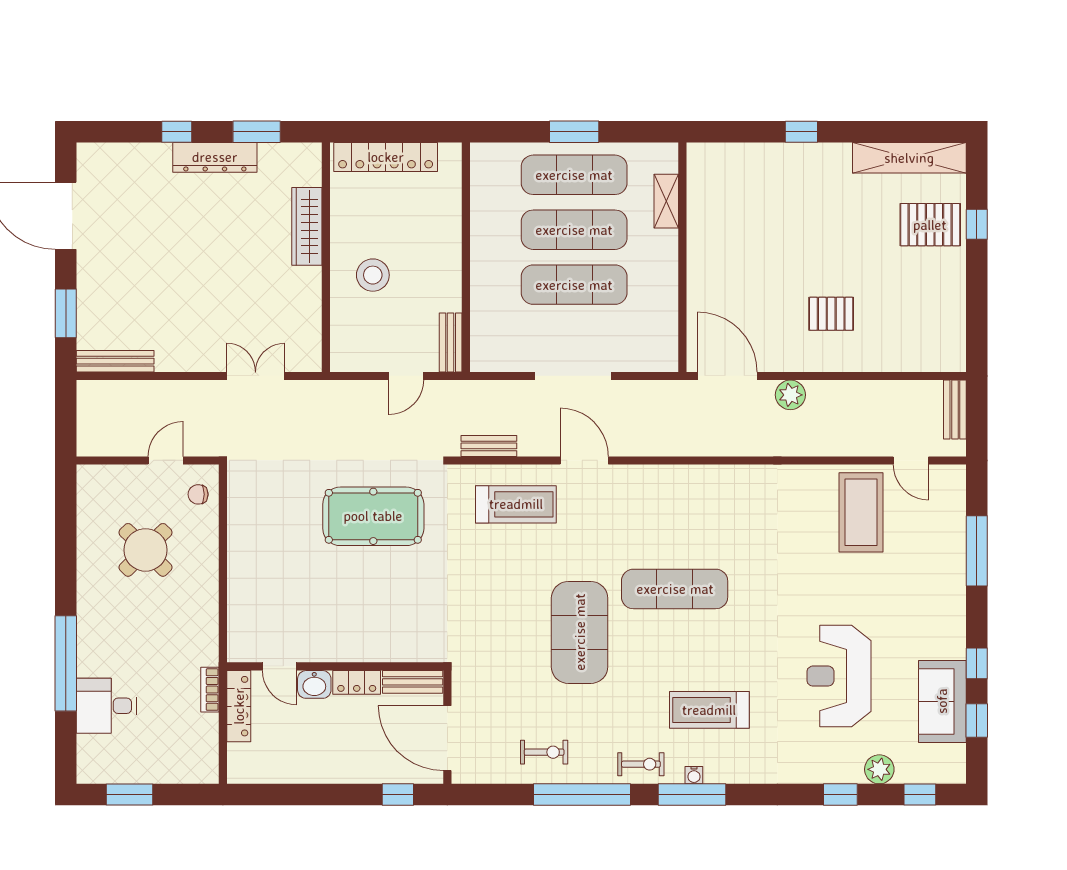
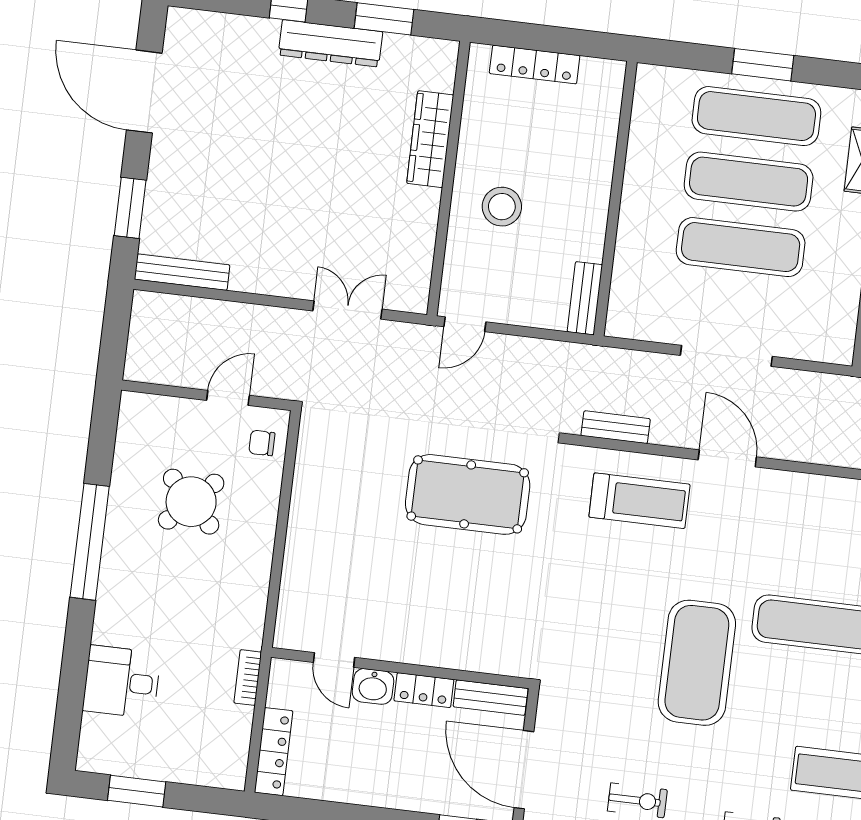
locker: (386, 157) -> (535, 65), width x0.71, depth x0.83
door: (406, 376) -> (465, 324), moved
window: (66, 663) -> (90, 542), moved
locker: (239, 706) -> (274, 752), moved

